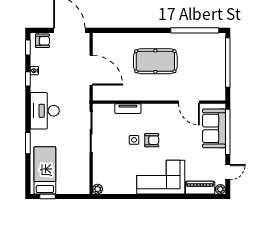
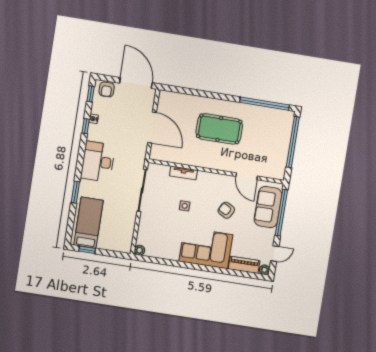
armchair: (42, 41) -> (107, 89), turned 90
armchair: (152, 140) -> (226, 210), moved, turned -152

